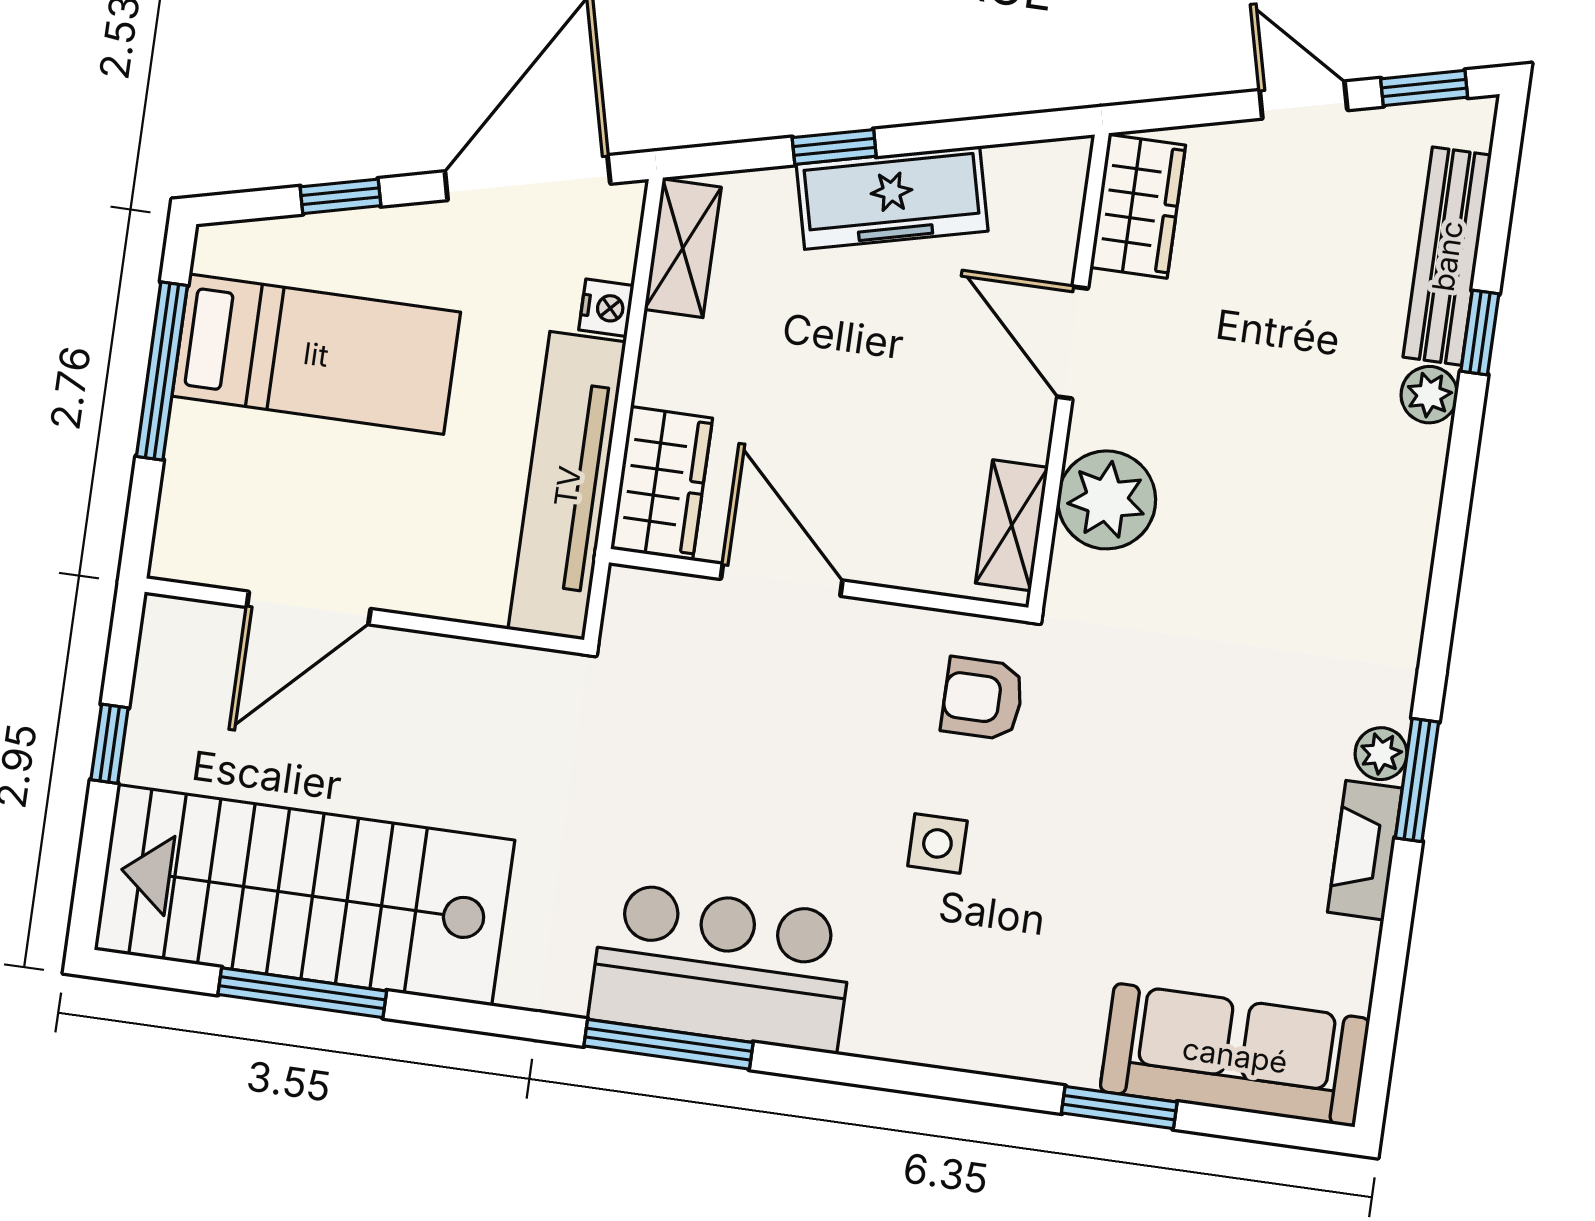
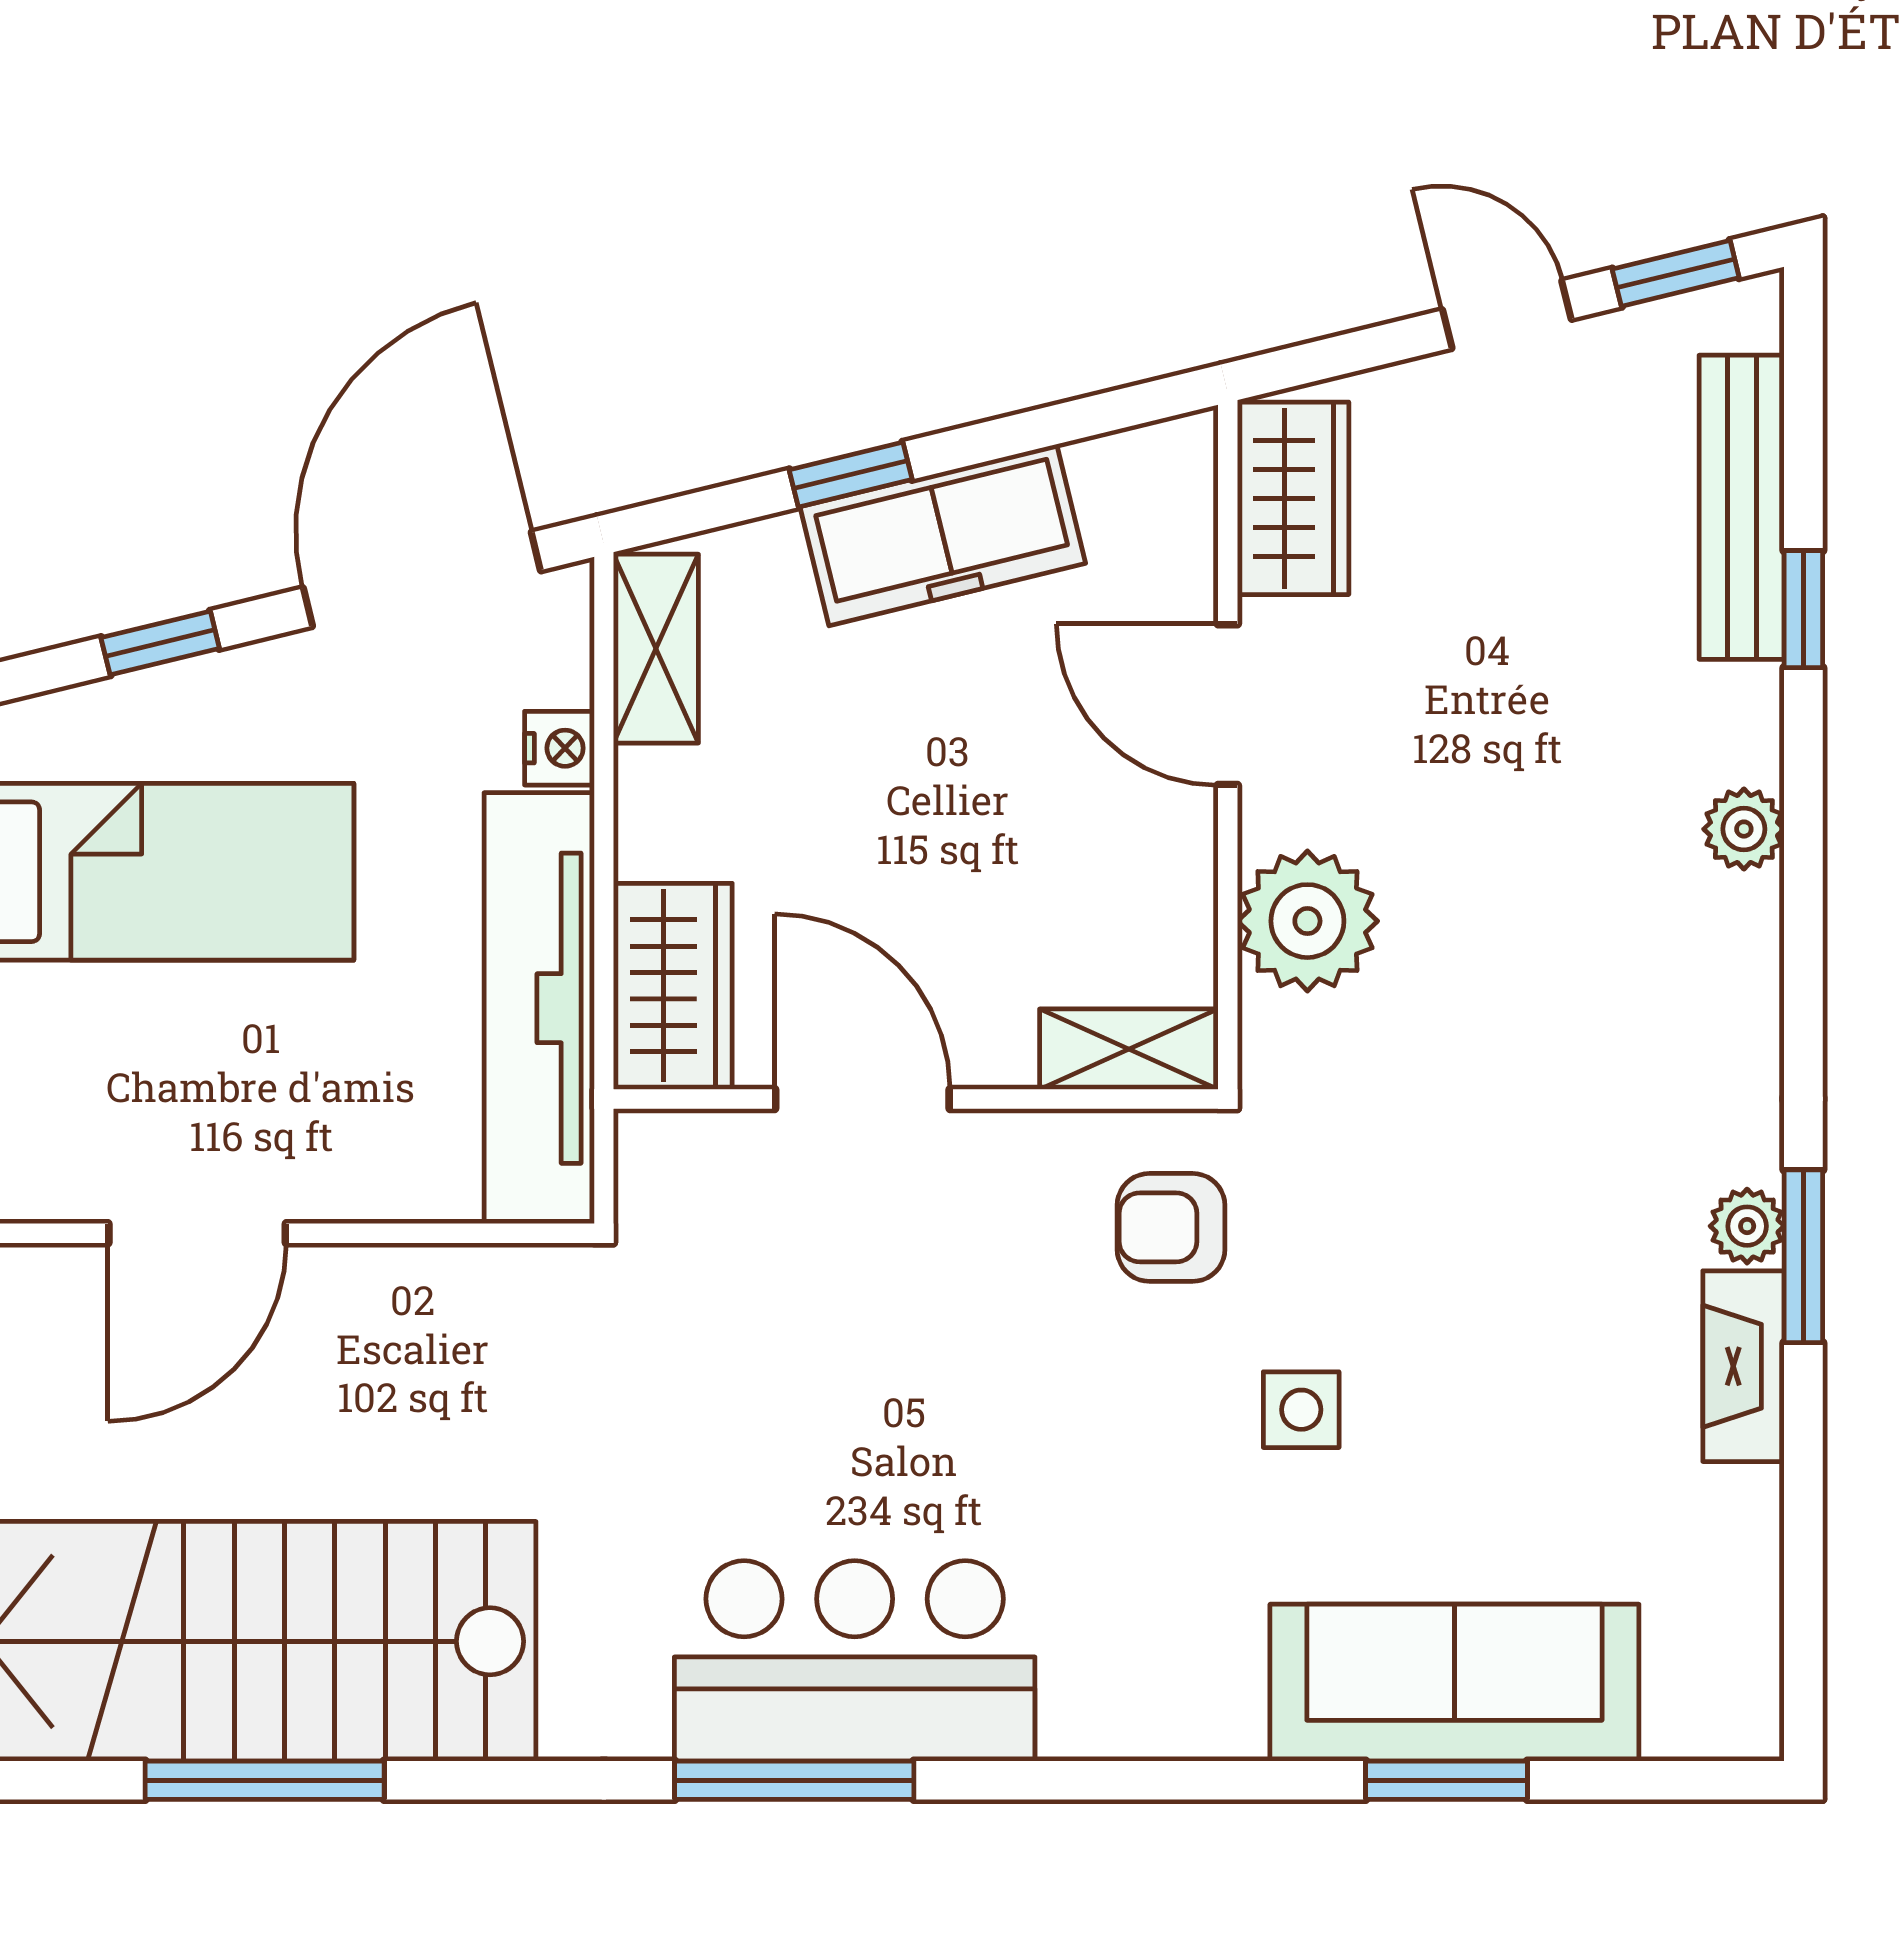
plant: (1429, 395) -> (1744, 829), moved
shelving: (1012, 525) -> (1129, 1049), moved, turned 90
side table: (937, 843) -> (1301, 1410), moved
sofa: (1235, 1055) -> (1454, 1683), moved

